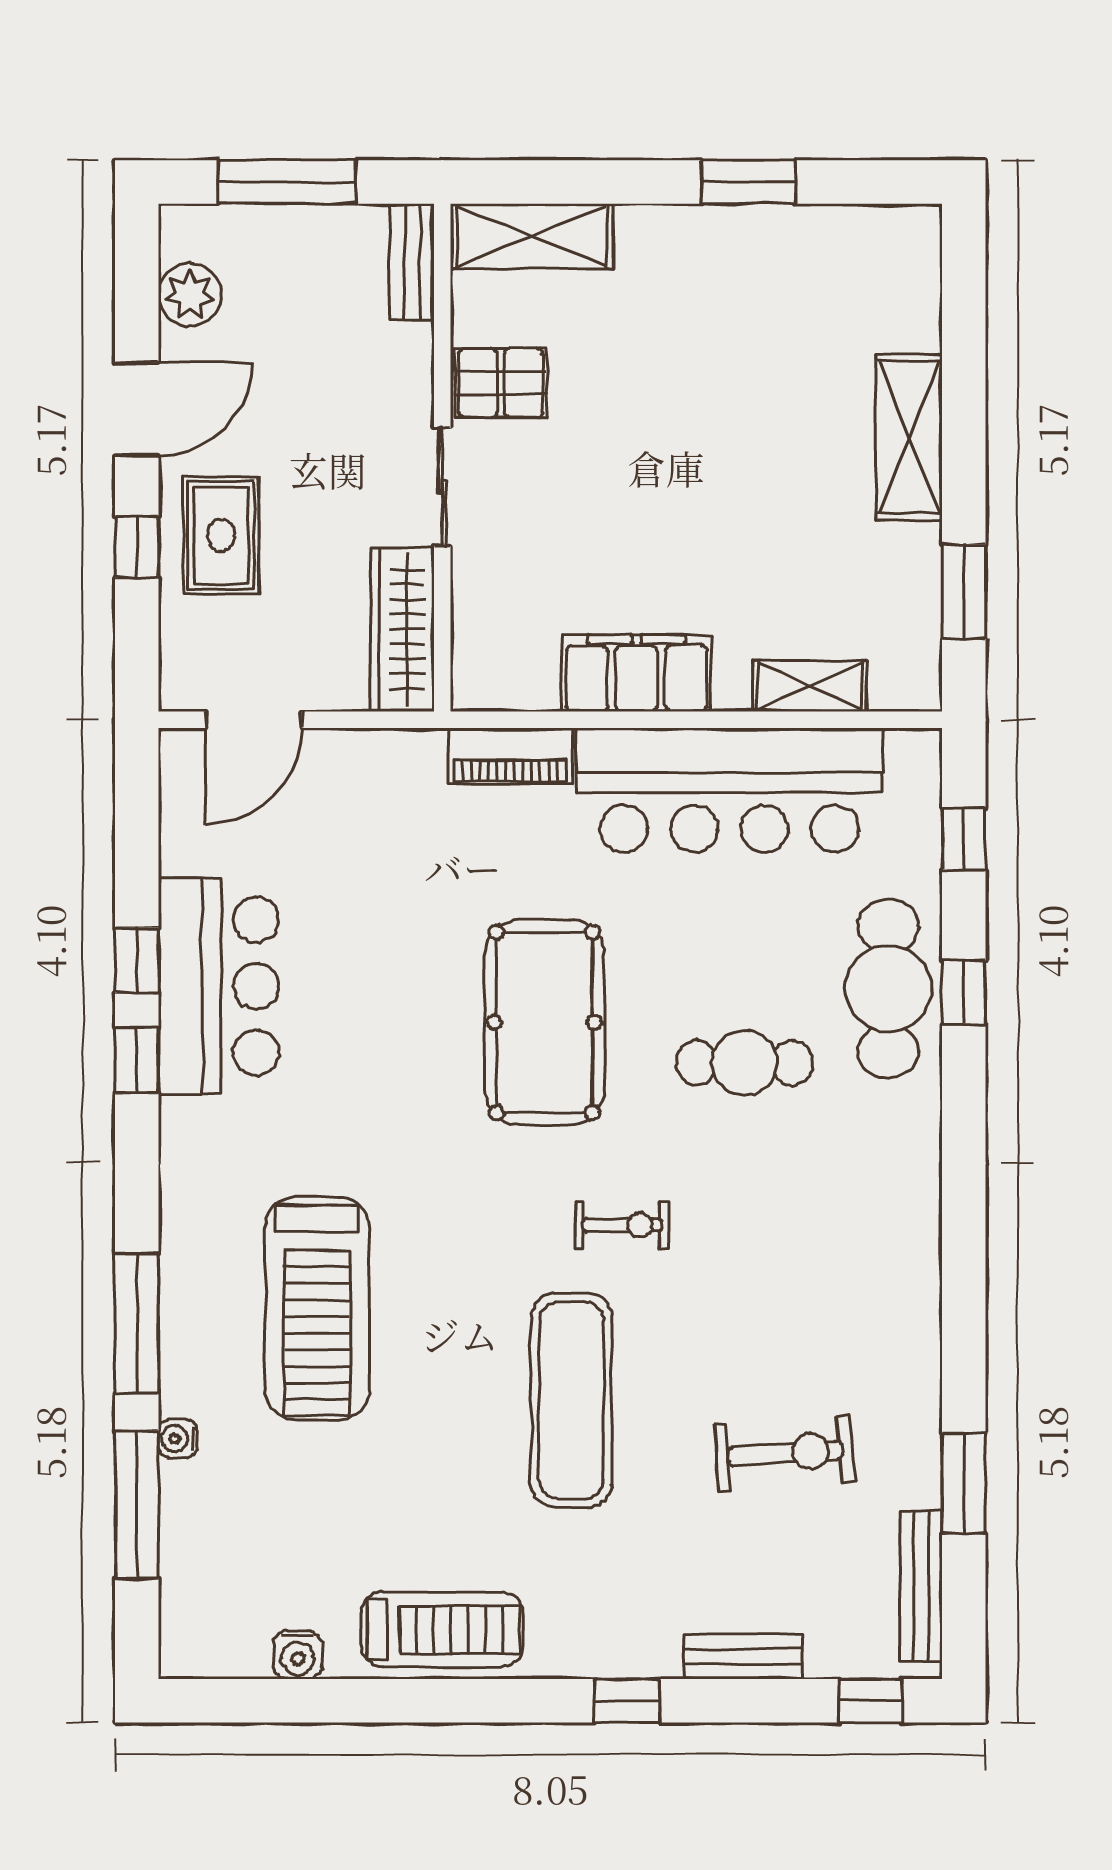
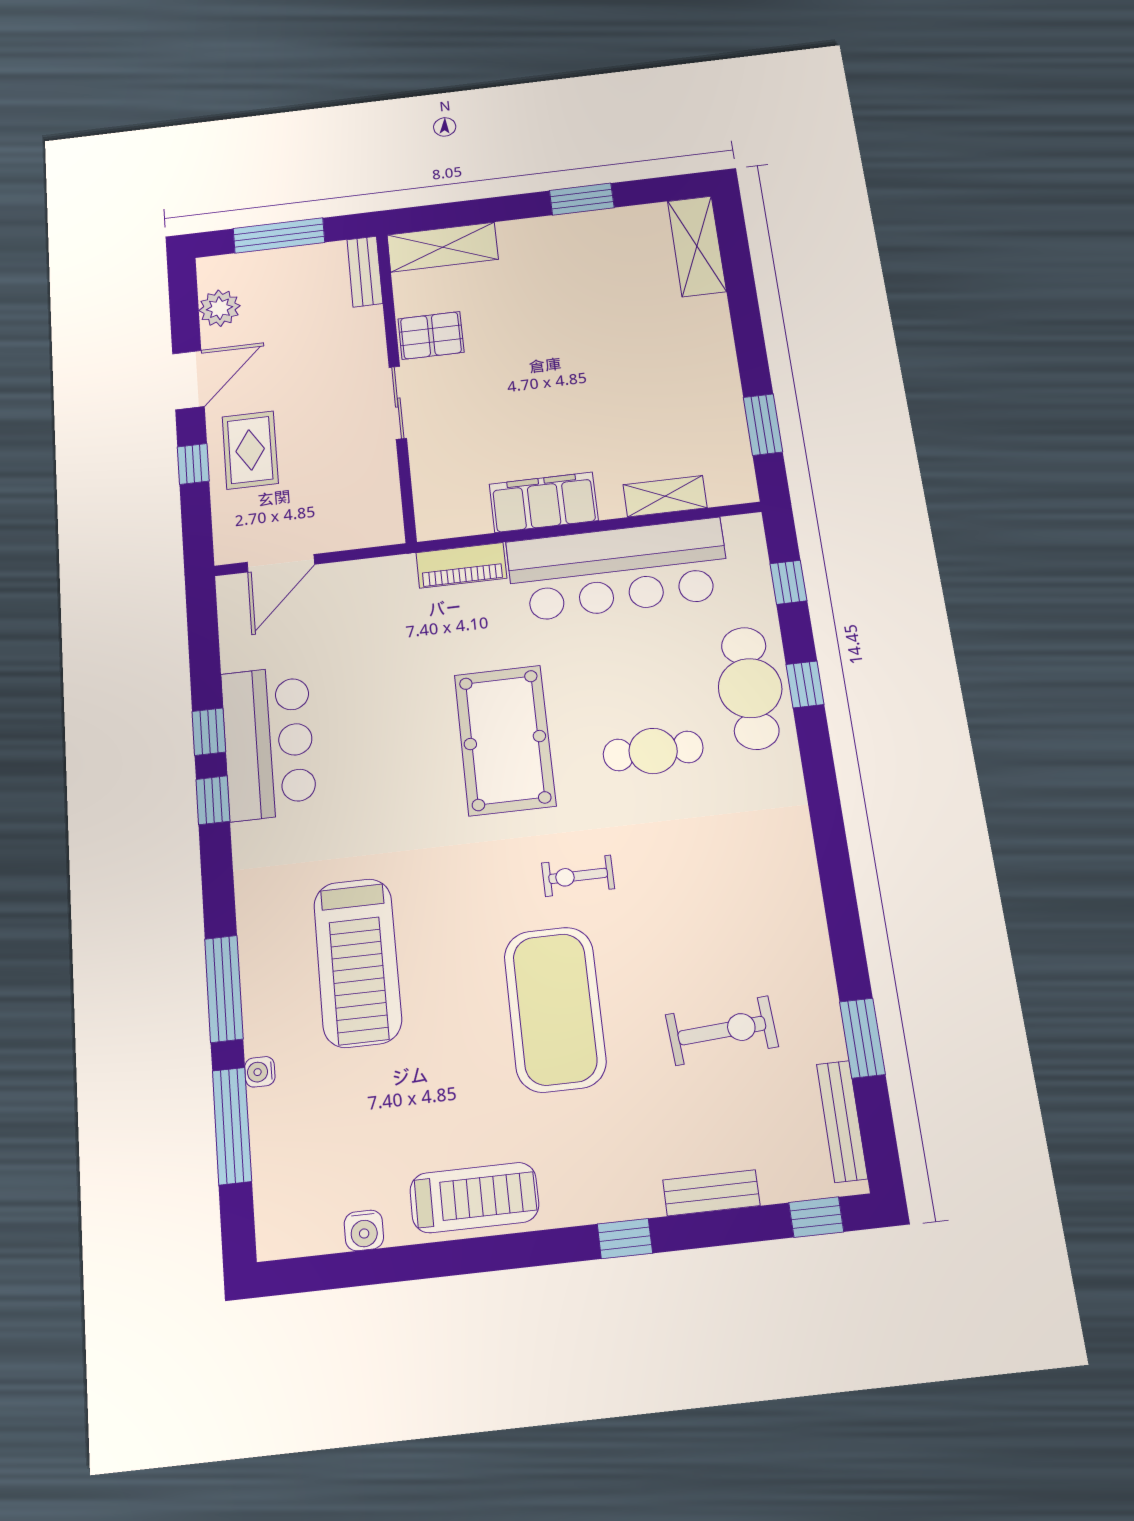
shelving: (909, 437) -> (697, 246), moved
wardrobe: (402, 629) -> (379, 494), removed
exercise bike: (622, 1225) -> (578, 876), turned 180
exercise mat: (571, 1400) -> (555, 1009), width x1.47

